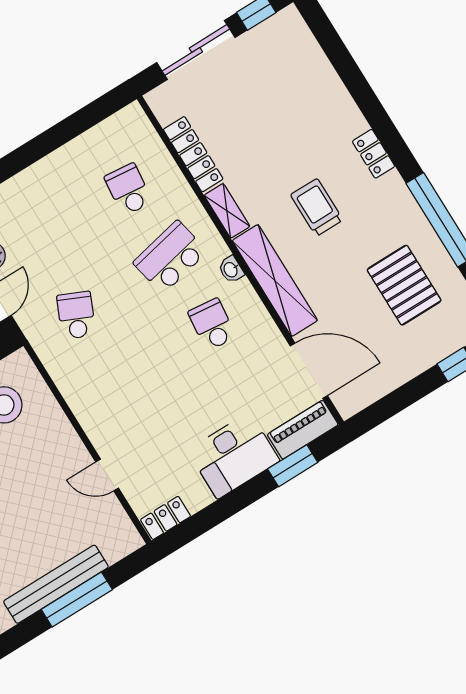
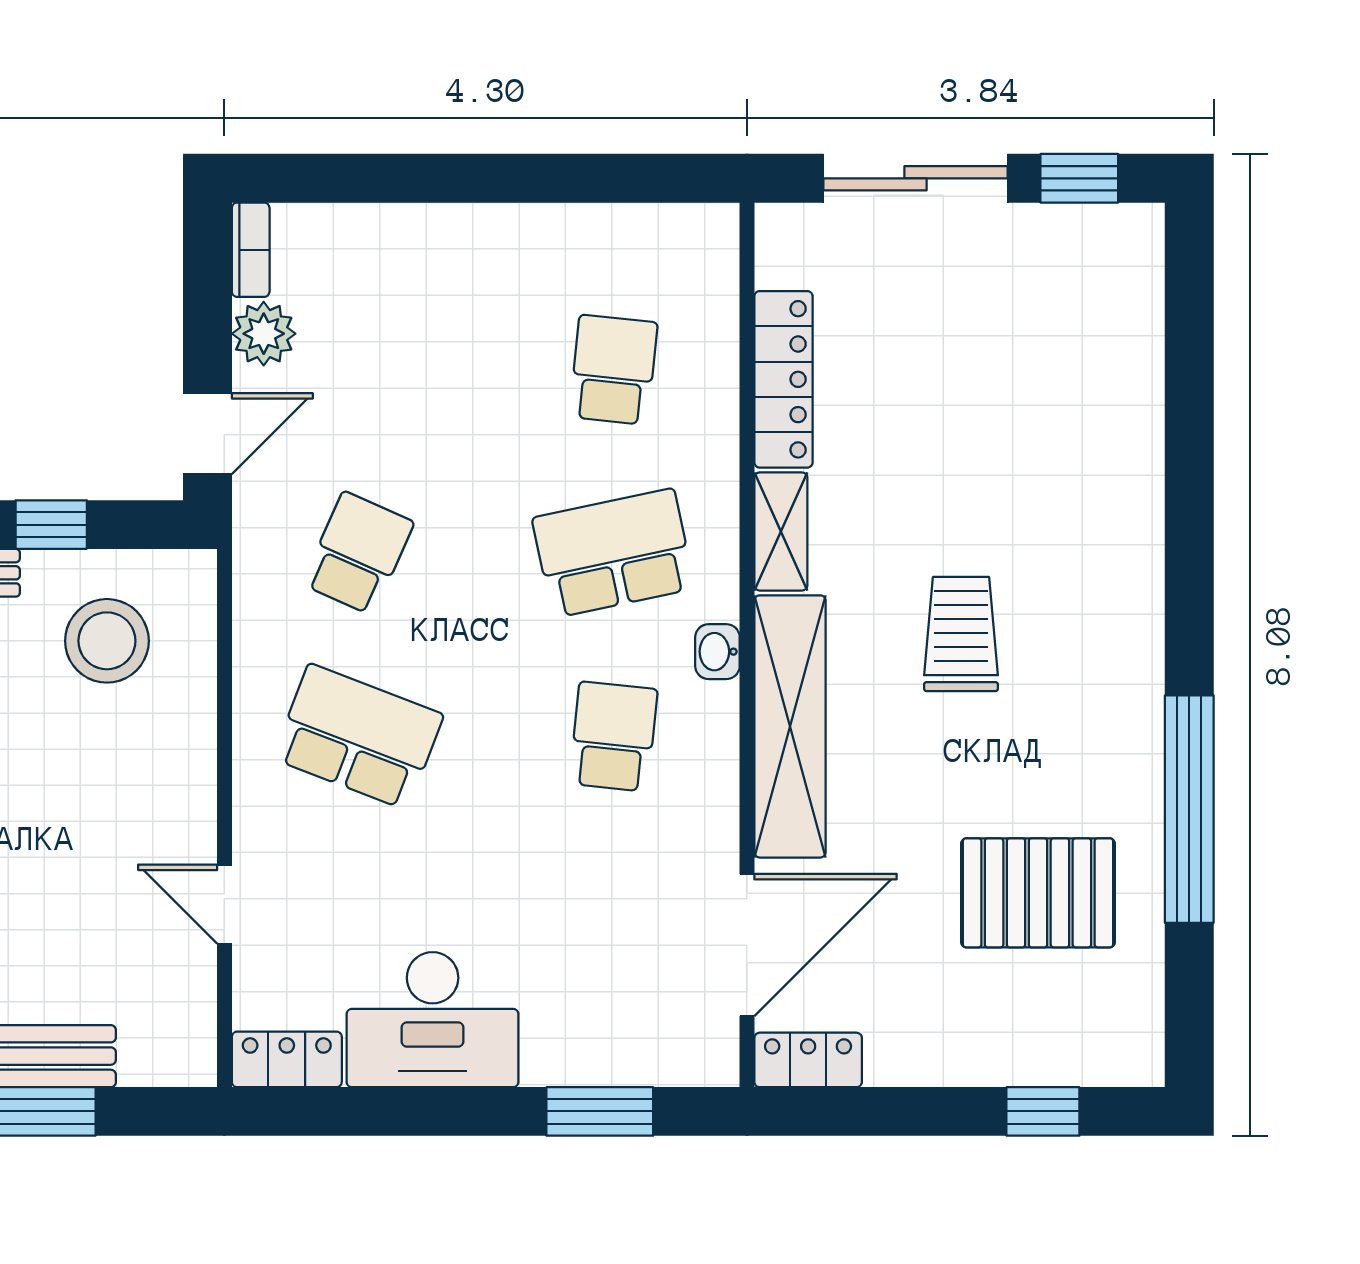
locker: (374, 154) -> (808, 1060), moved, turned 90
pallet: (404, 285) -> (1038, 893), turned 90
door: (309, 371) -> (747, 945), hinge flipped
school desk: (118, 383) -> (358, 737), added
piano: (303, 430) -> (663, 1053), removed
desk: (234, 456) -> (433, 1020), moved

